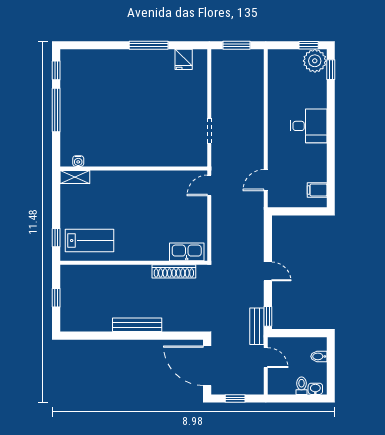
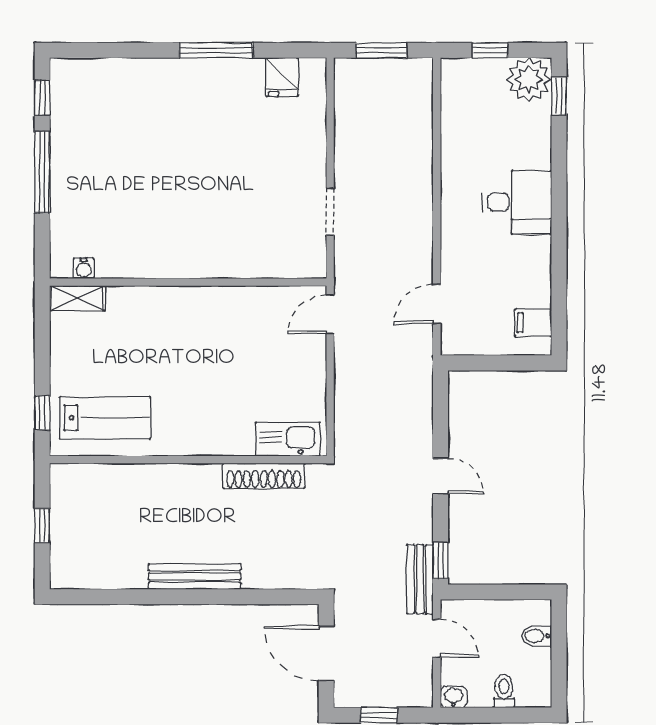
window: (309, 45) -> (490, 50), moved
door: (207, 366) -> (326, 653), width x0.73
washbasin: (315, 389) -> (454, 697), moved

